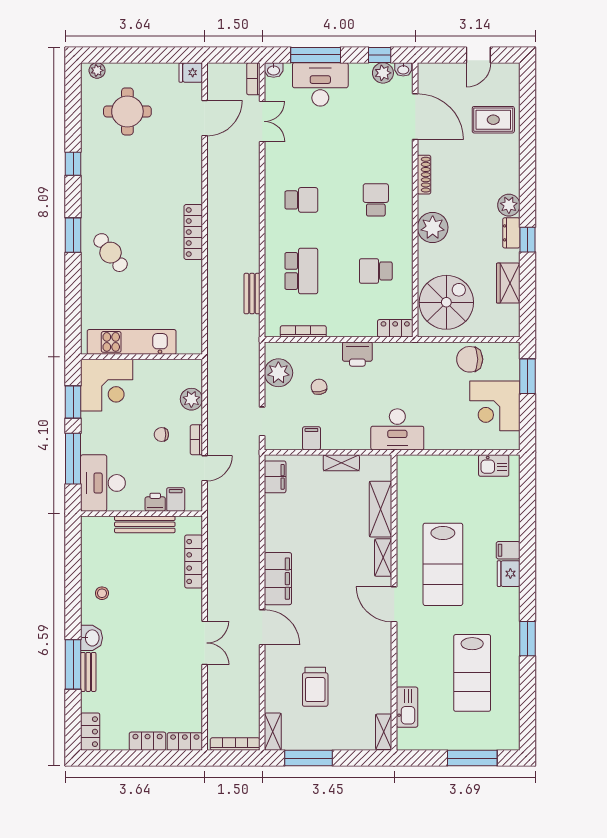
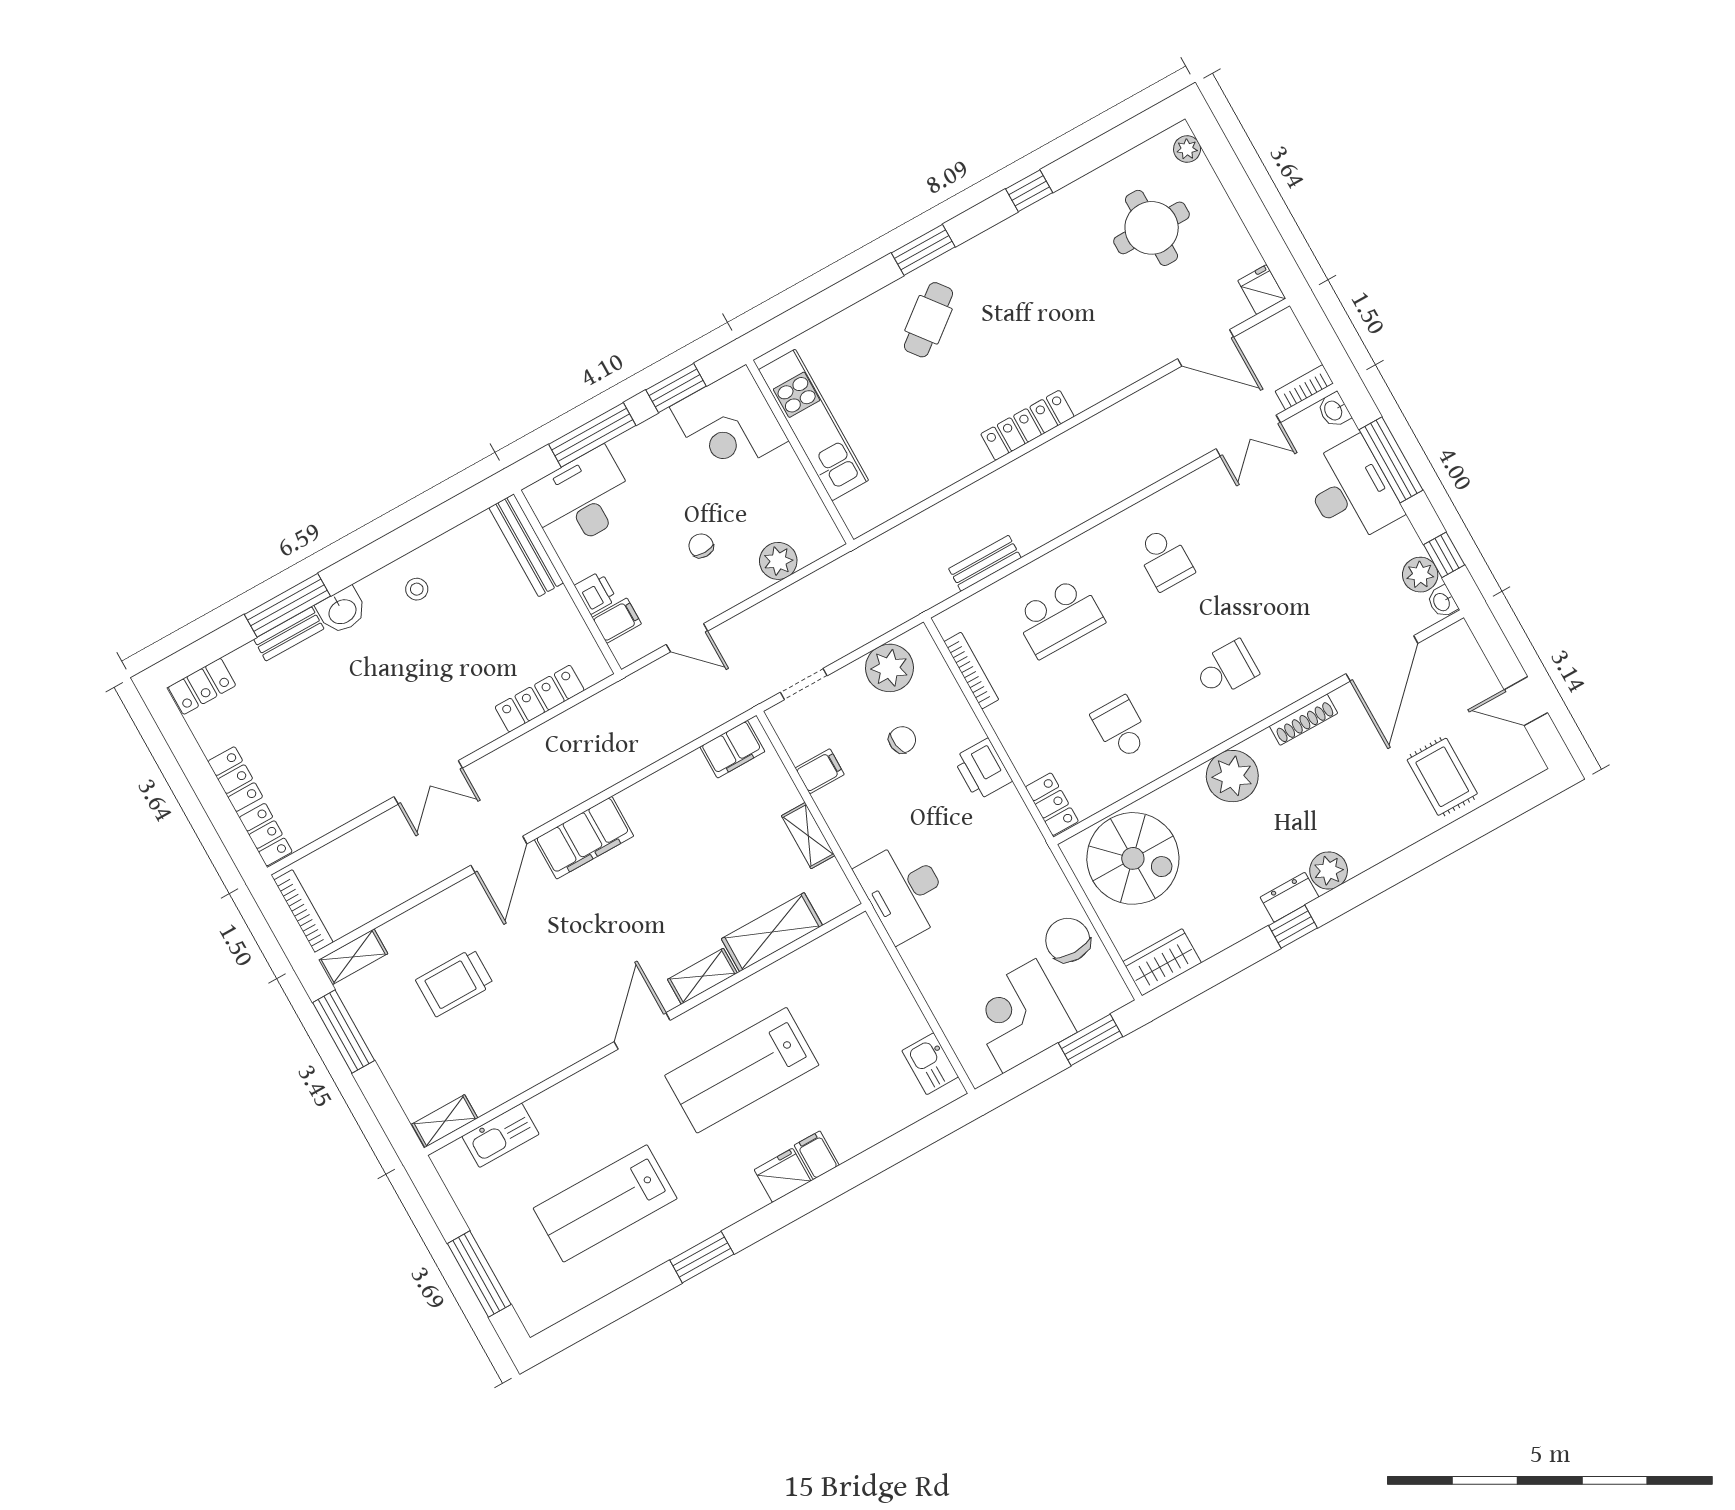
wardrobe: (508, 283) -> (1162, 962), moved
bookcase: (196, 440) -> (722, 602), removed
bench: (145, 524) -> (526, 545), moved

